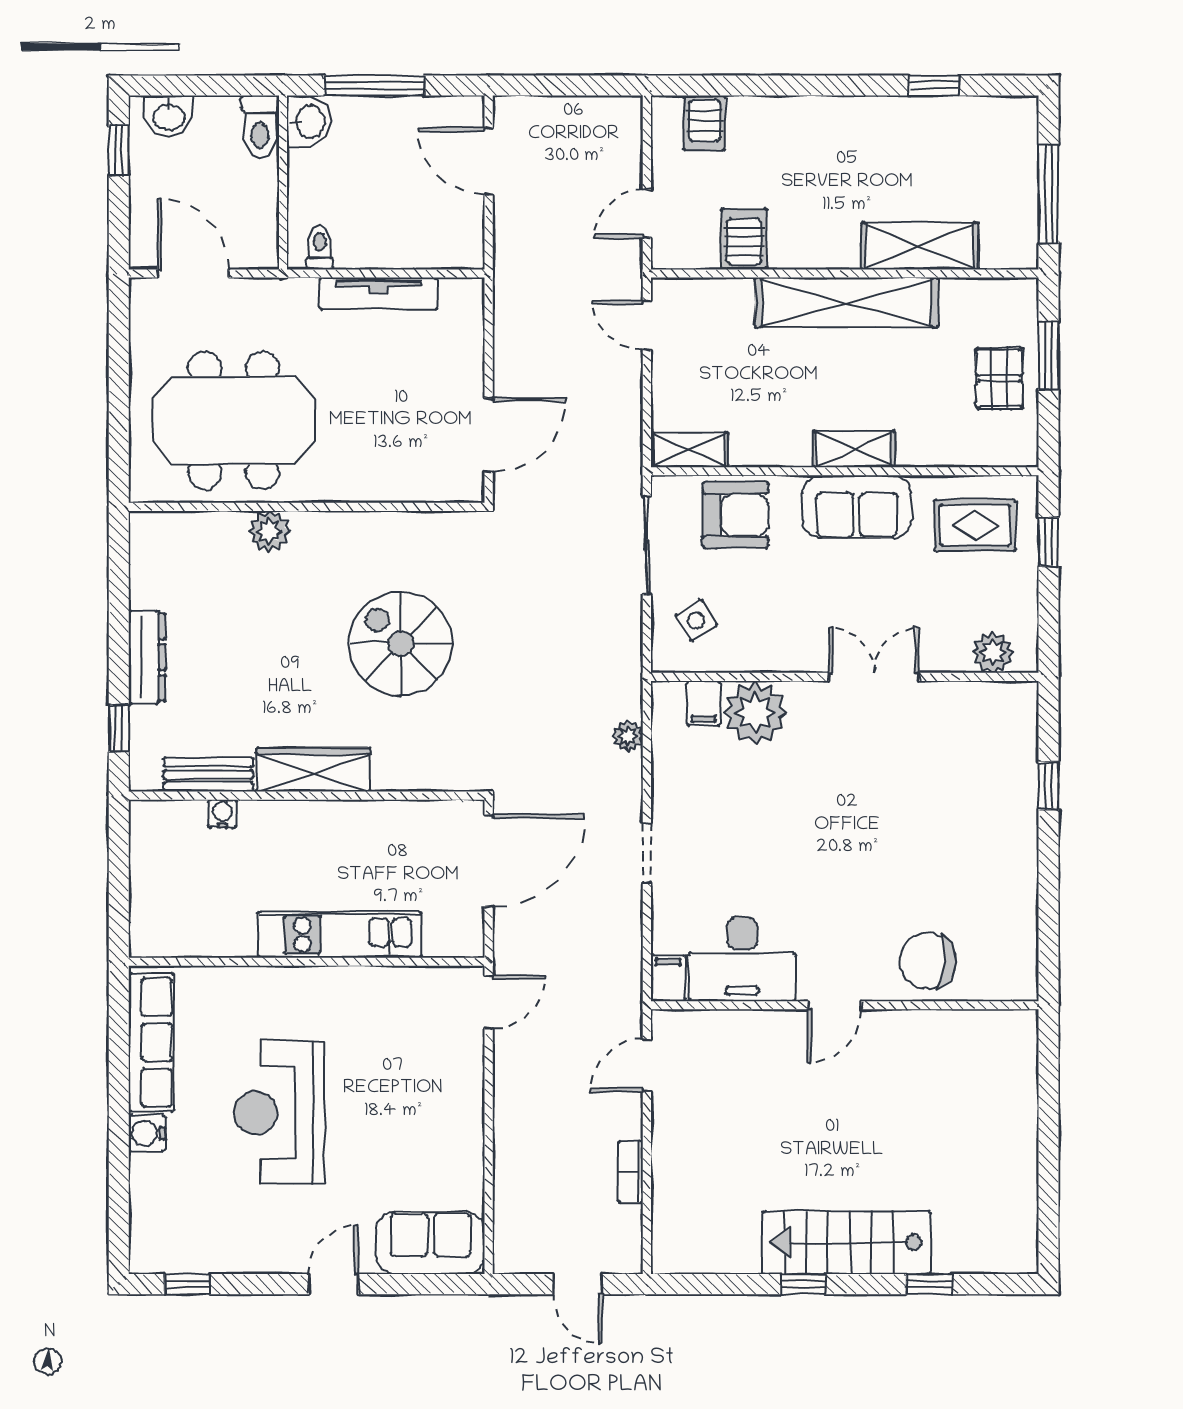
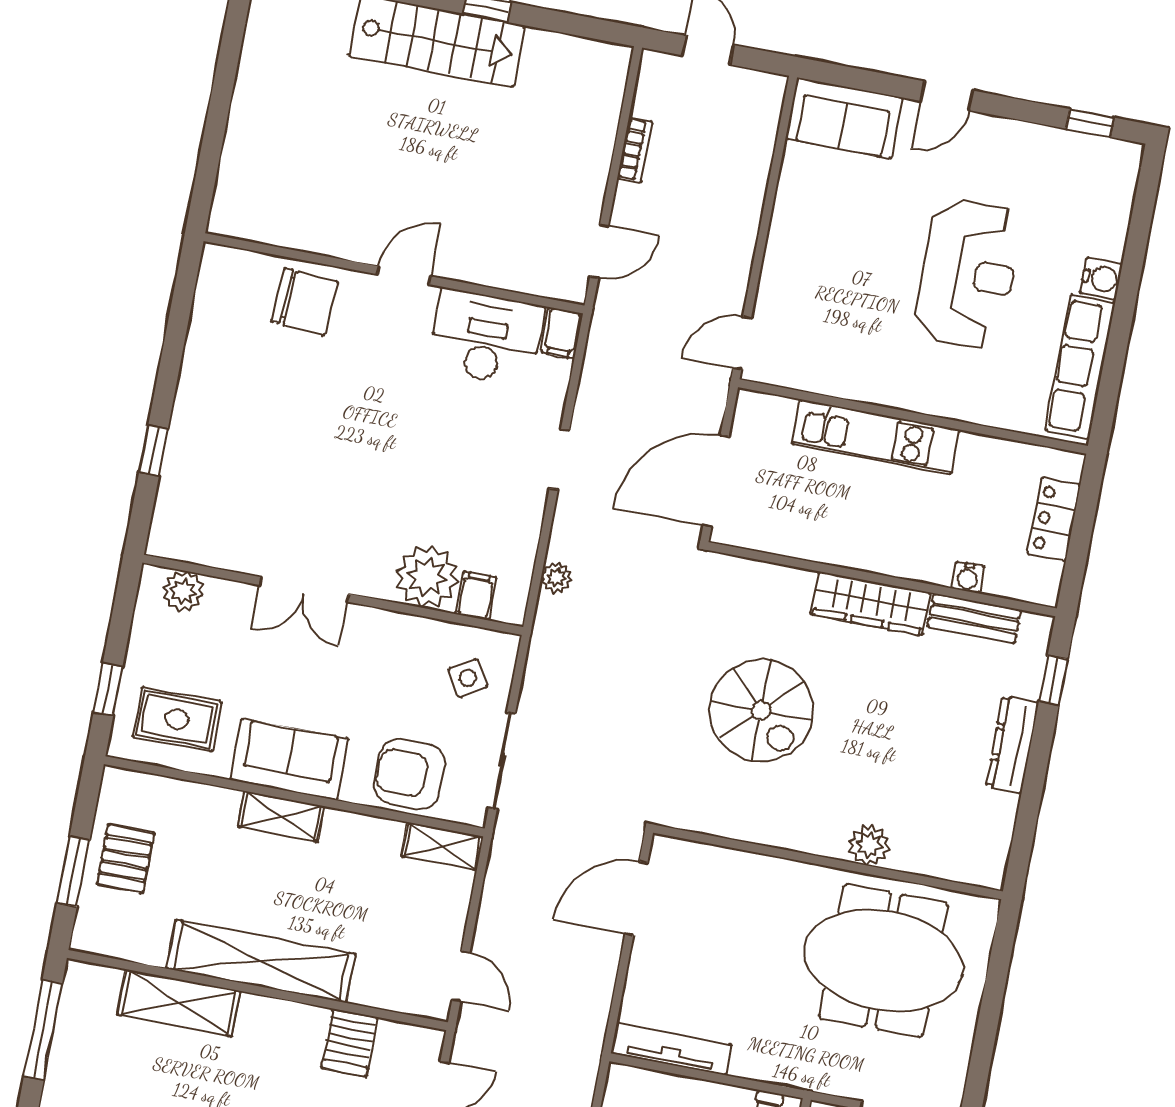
tv unit: (378, 293) -> (671, 1049), moved
locker: (148, 887) -> (1054, 519), added

